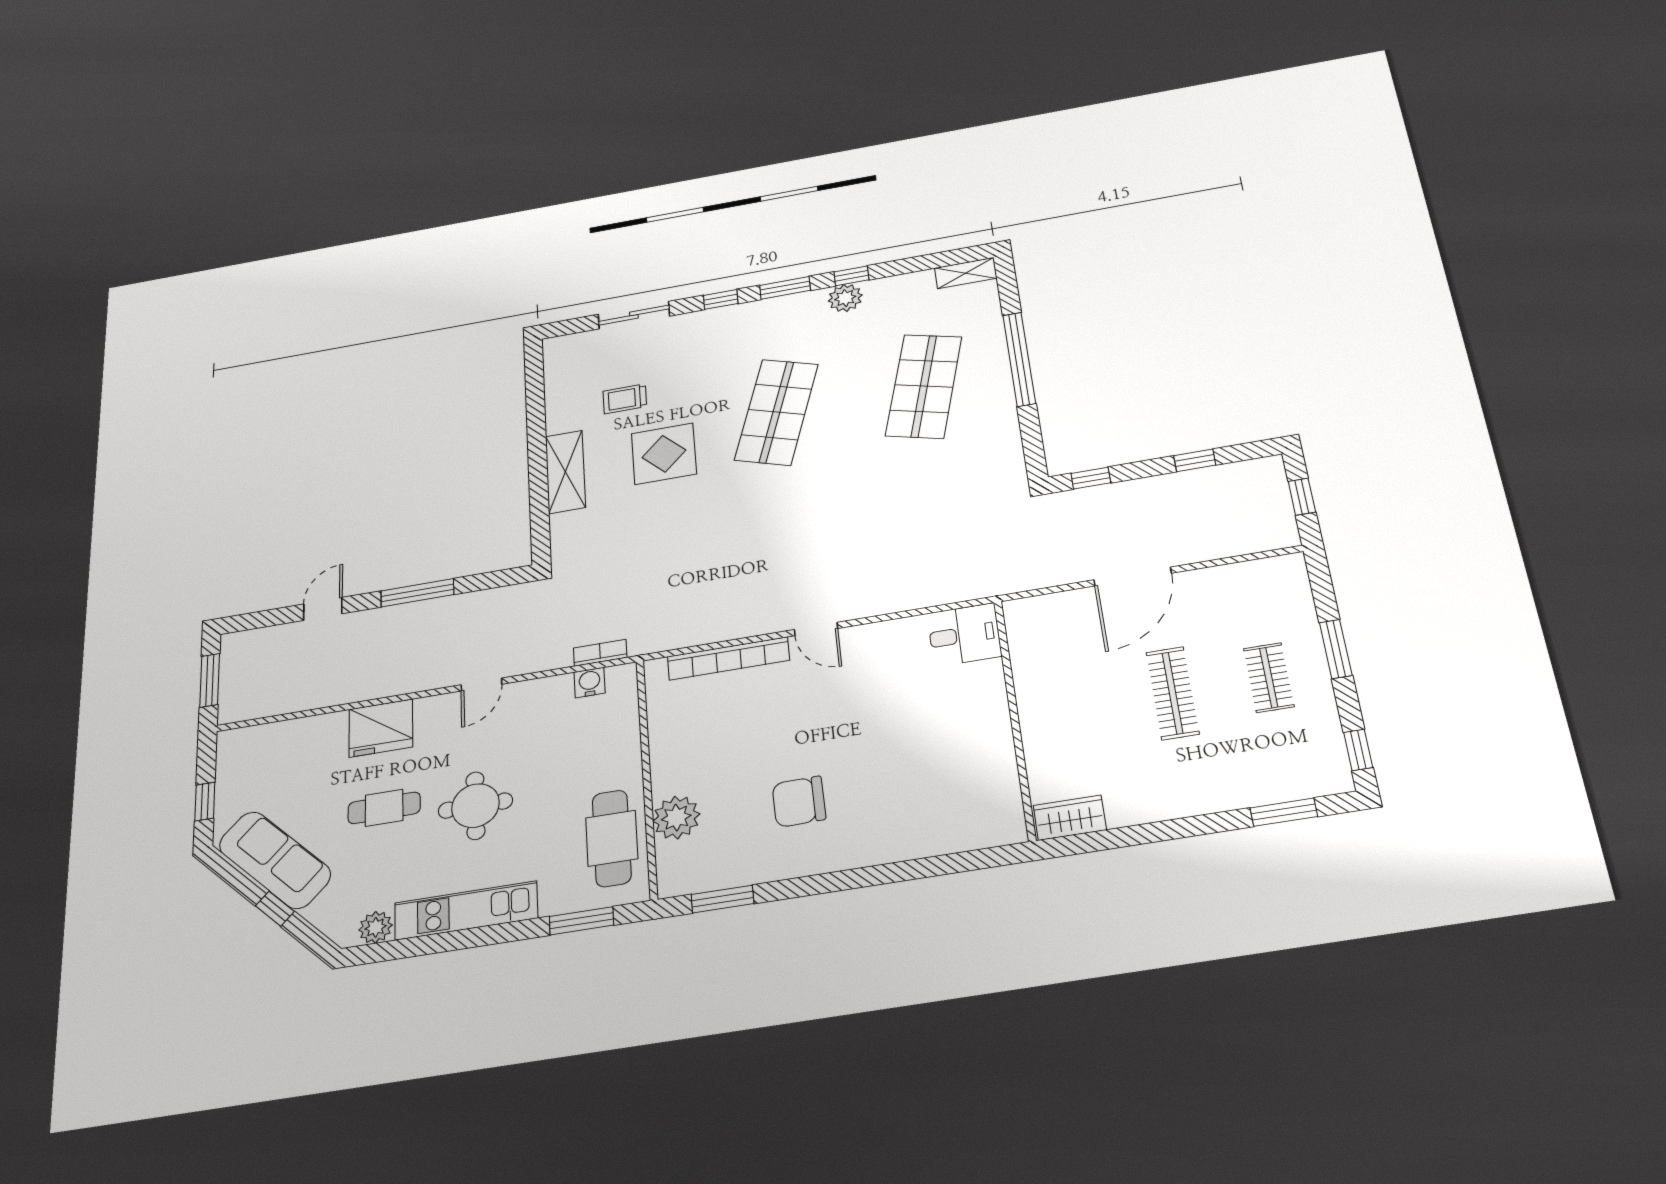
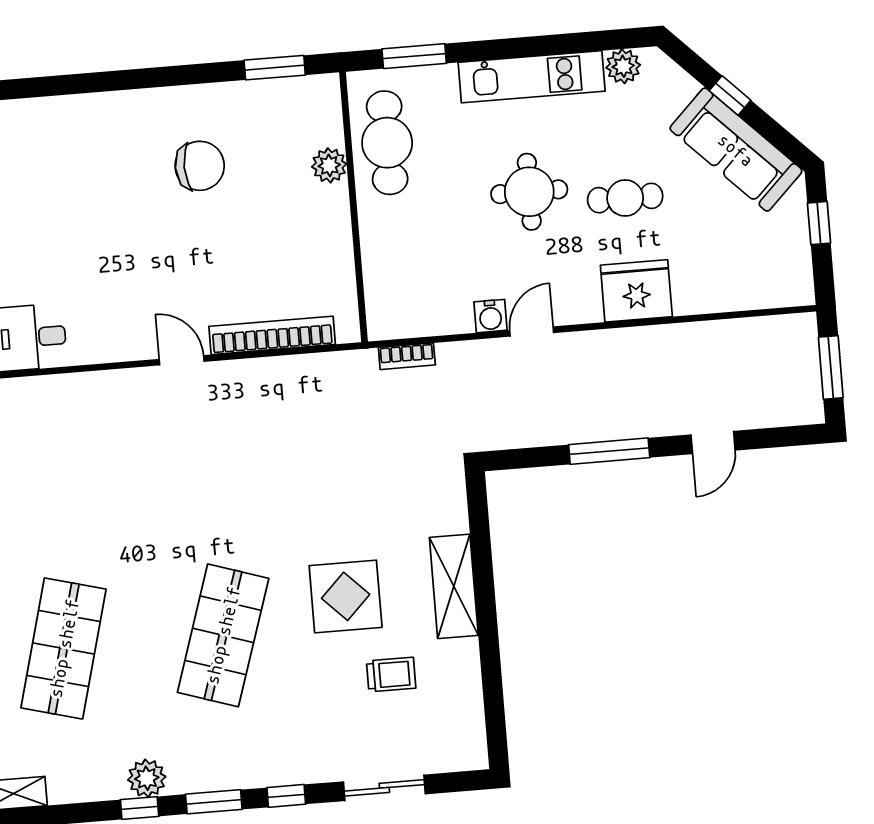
water cooler: (590, 683) -> (491, 316), moved
plant: (676, 818) -> (329, 165), width x0.73, depth x0.73

